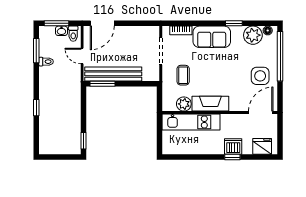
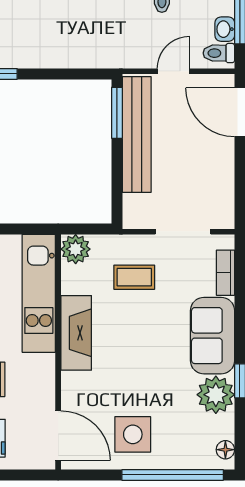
plant: (253, 35) -> (216, 395), moved
plant: (184, 104) -> (76, 249), moved

